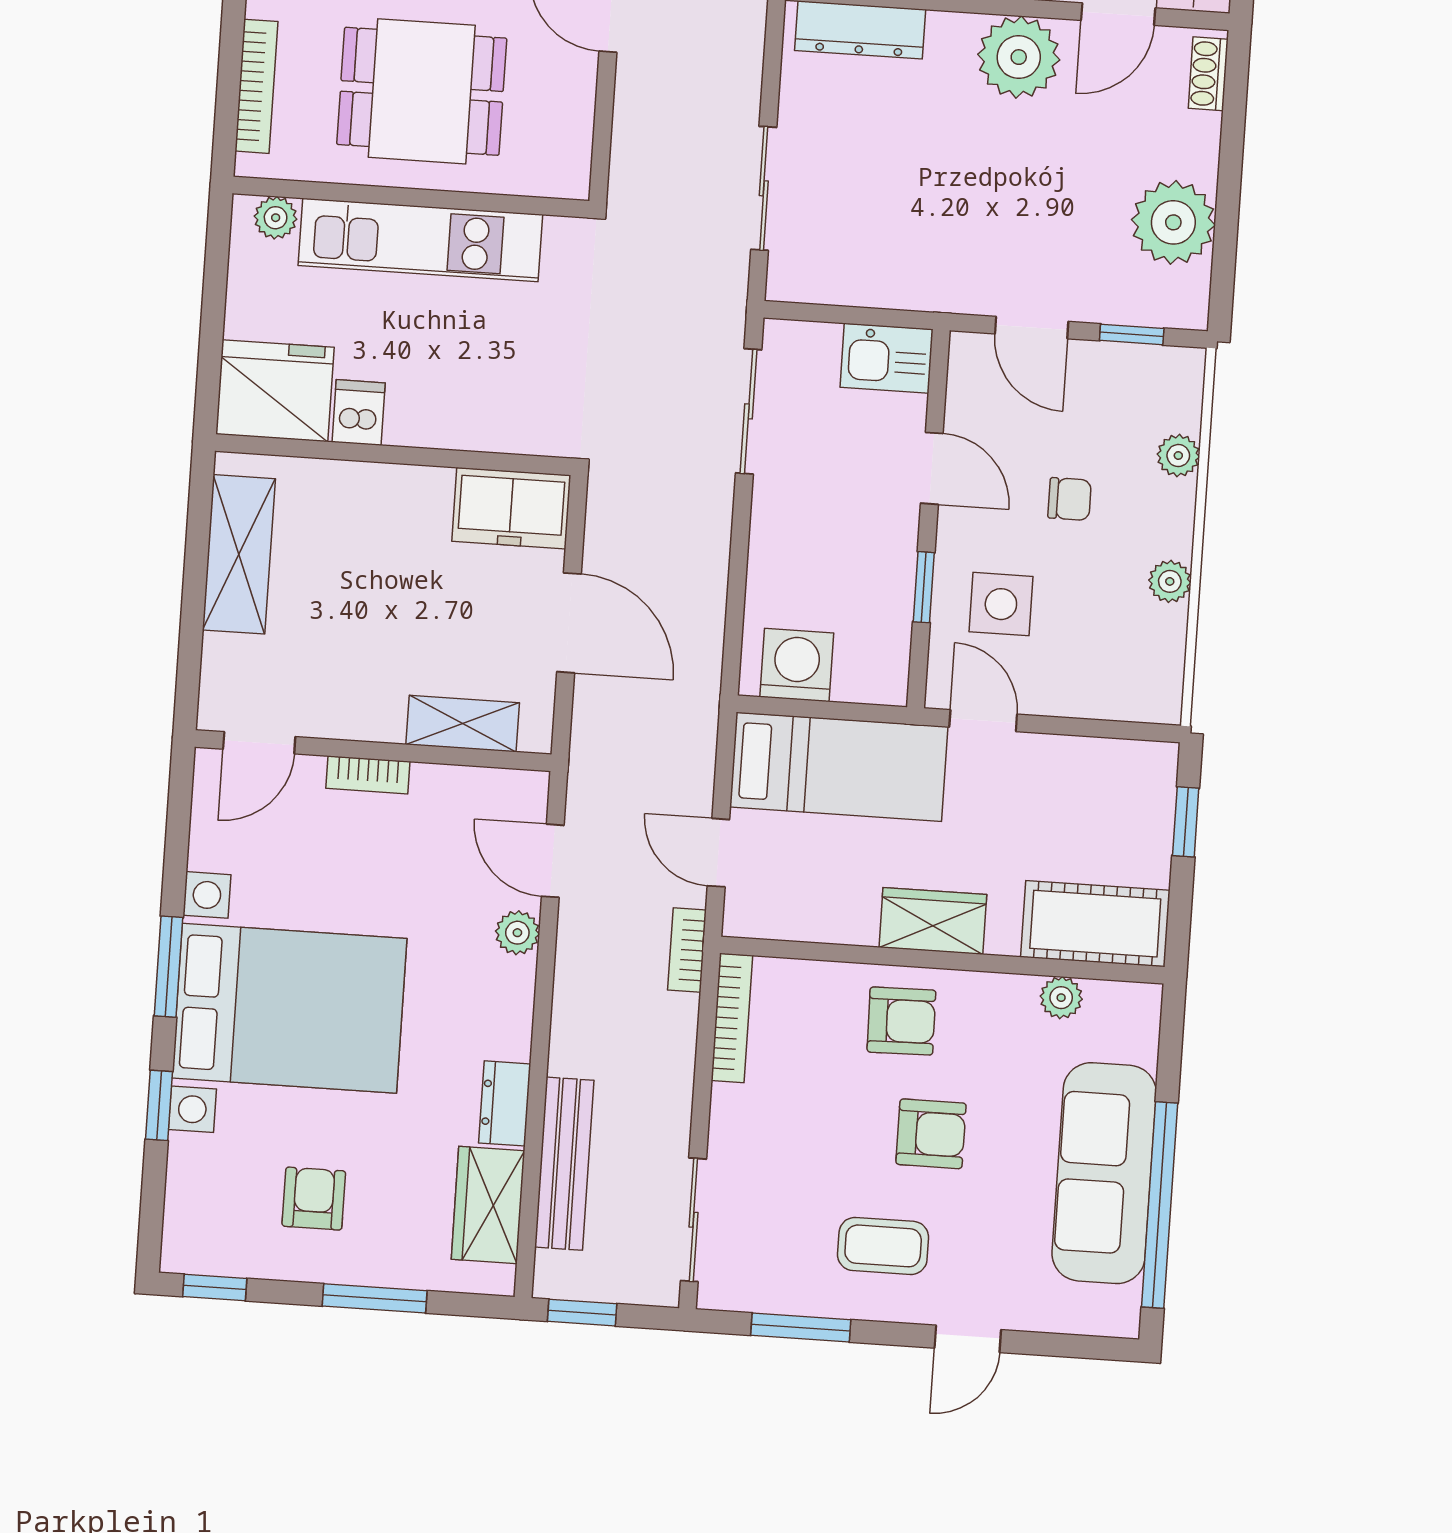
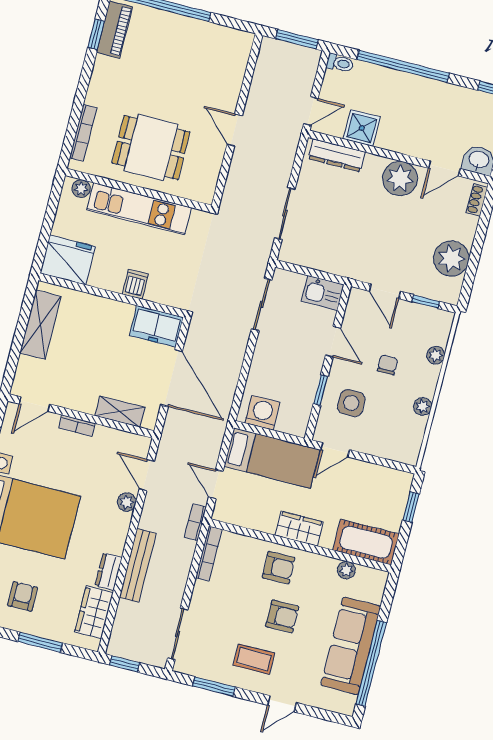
dishwasher: (359, 413) -> (135, 284), moved
chair: (1070, 499) -> (388, 365), turned -90
door: (569, 623) -> (171, 378), width x1.36
door: (983, 721) -> (335, 450), swing flipped
bench: (564, 1164) -> (138, 565), moved

